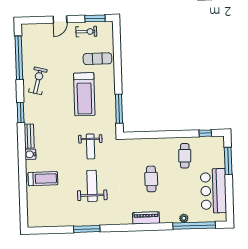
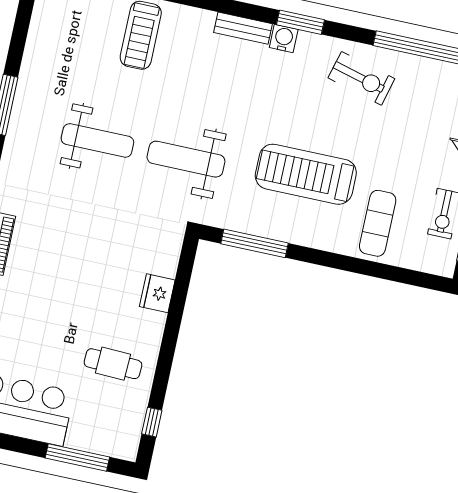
fridge: (150, 144) -> (157, 293), added
weight bench: (91, 146) -> (186, 159), width x1.36, depth x1.33
water cooler: (30, 154) -> (284, 38), moved
cafe table: (151, 179) -> (80, 276), removed

